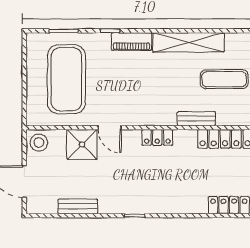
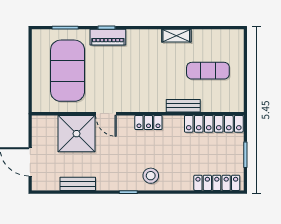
piano: (131, 41) -> (108, 37), moved
shelving: (189, 42) -> (176, 36), width x0.45, depth x0.75
stool: (39, 143) -> (151, 176), moved
shower: (82, 144) -> (77, 134), width x1.37, depth x1.37

